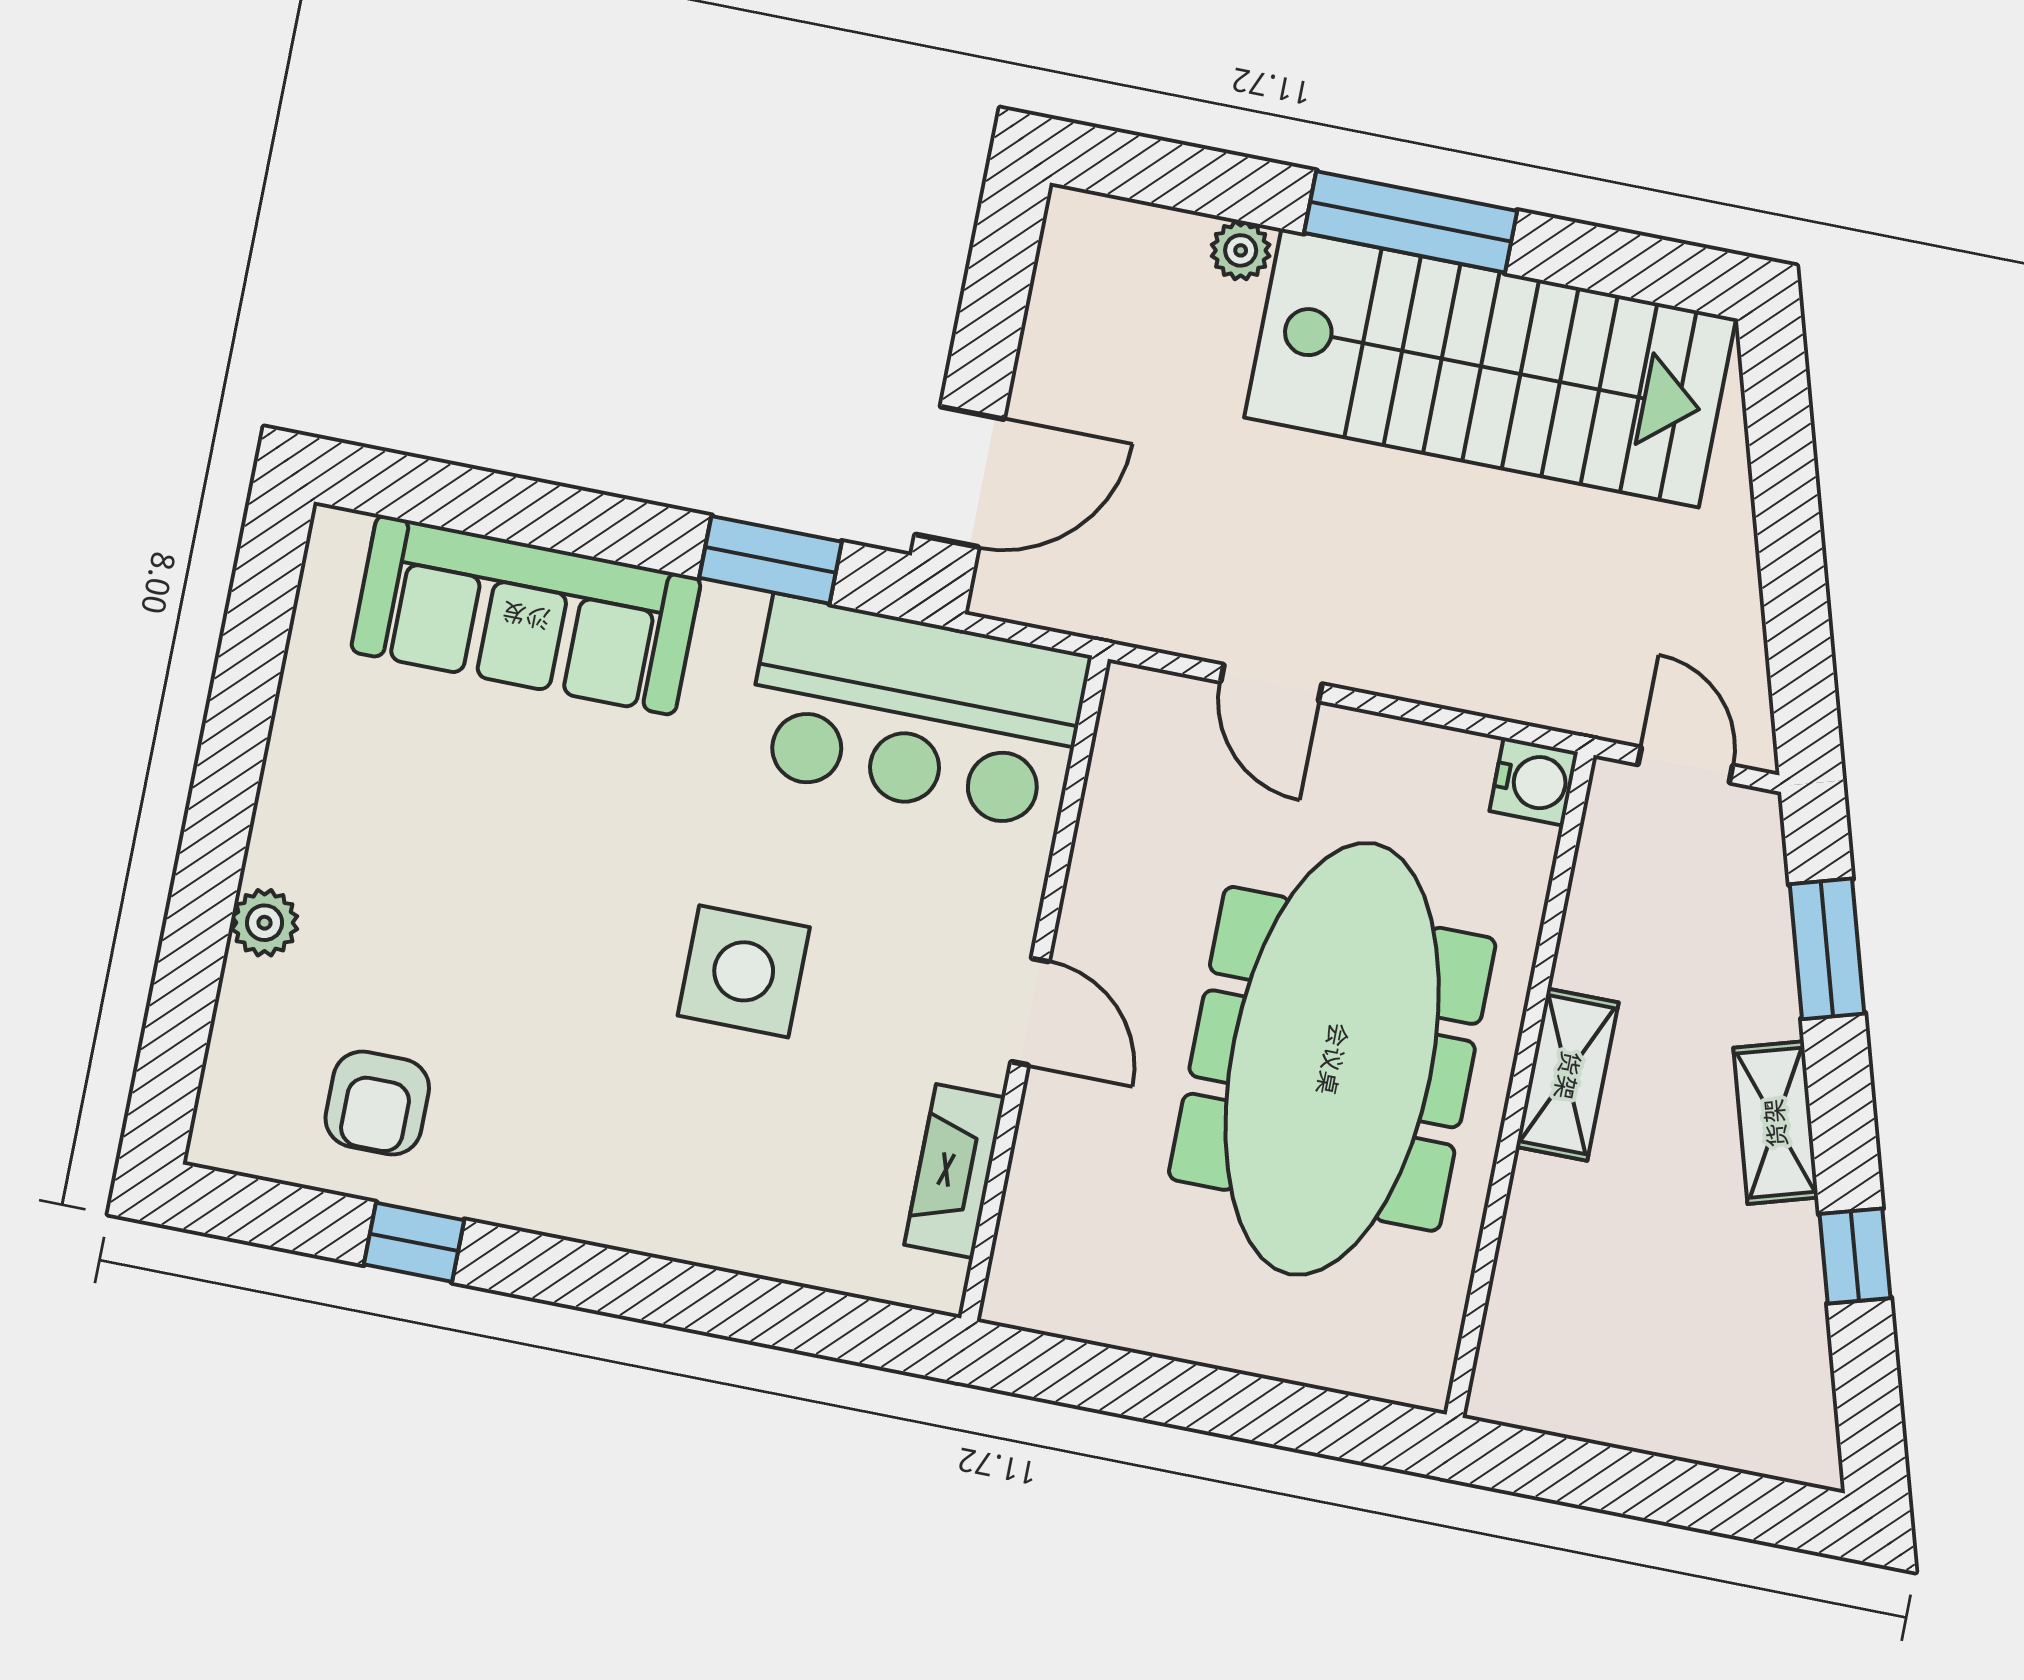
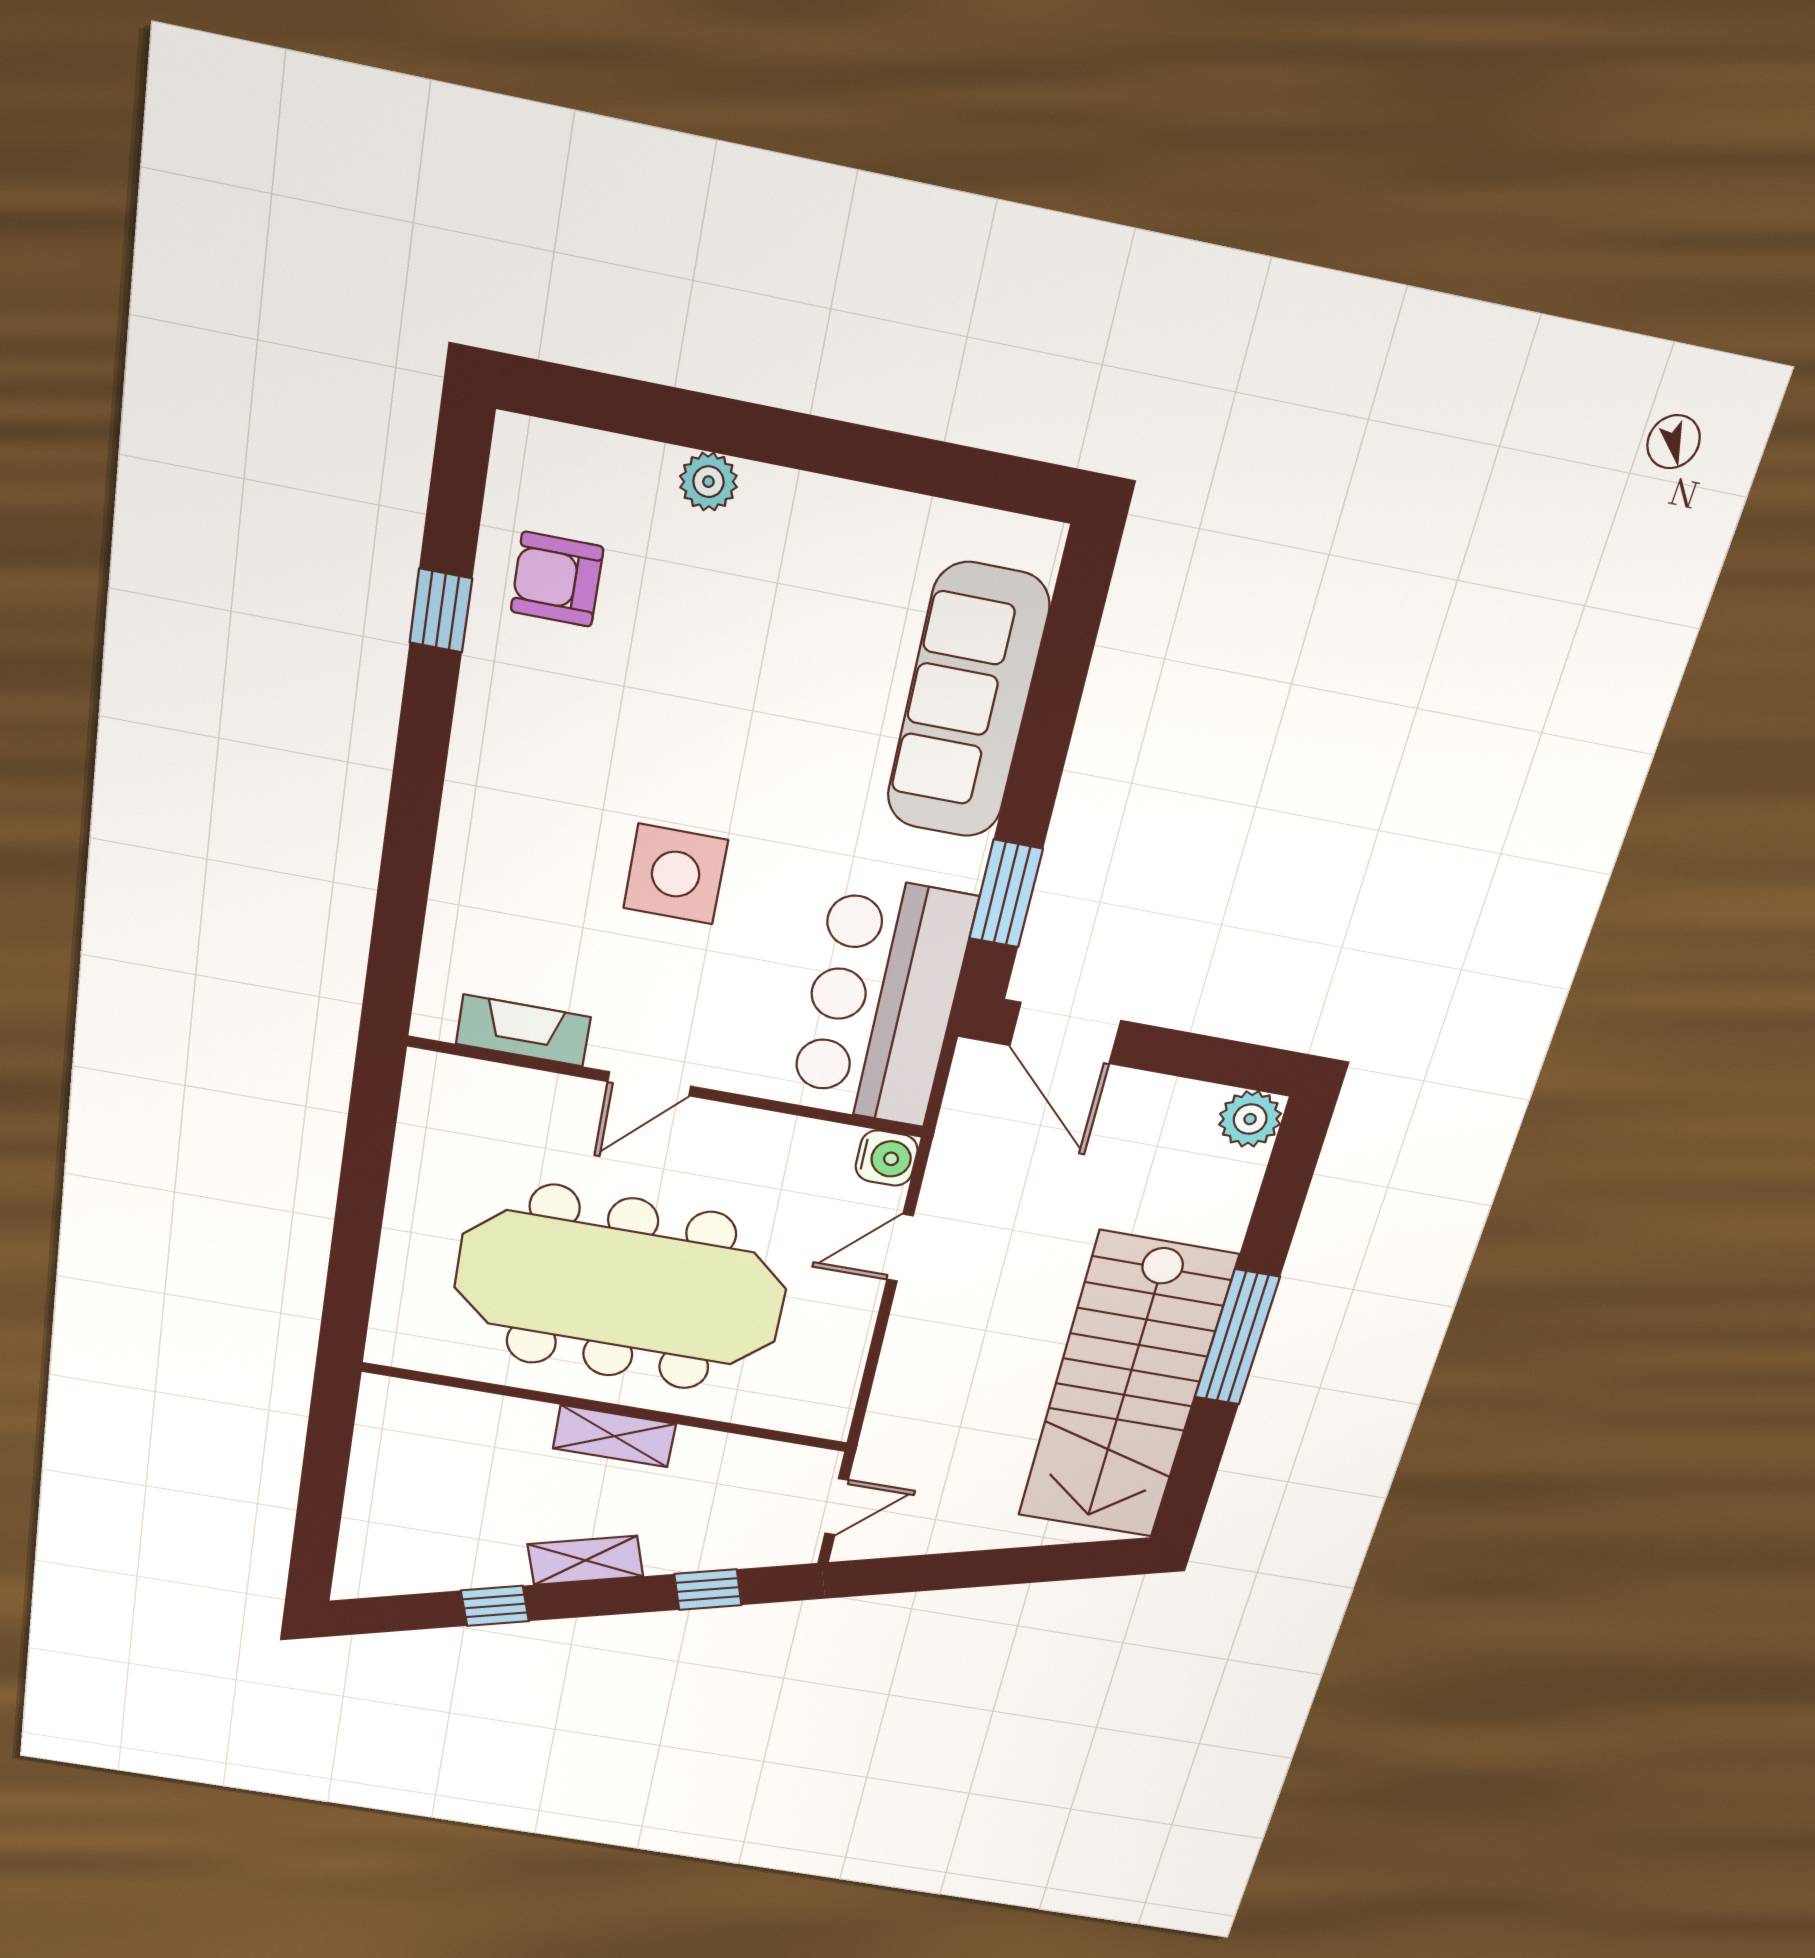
plant: (1241, 250) -> (1250, 1119), moved, width x1.38, depth x1.38
water cooler: (1534, 781) -> (887, 1158), moved, turned -90
window: (1827, 949) -> (708, 1590), width x0.67

